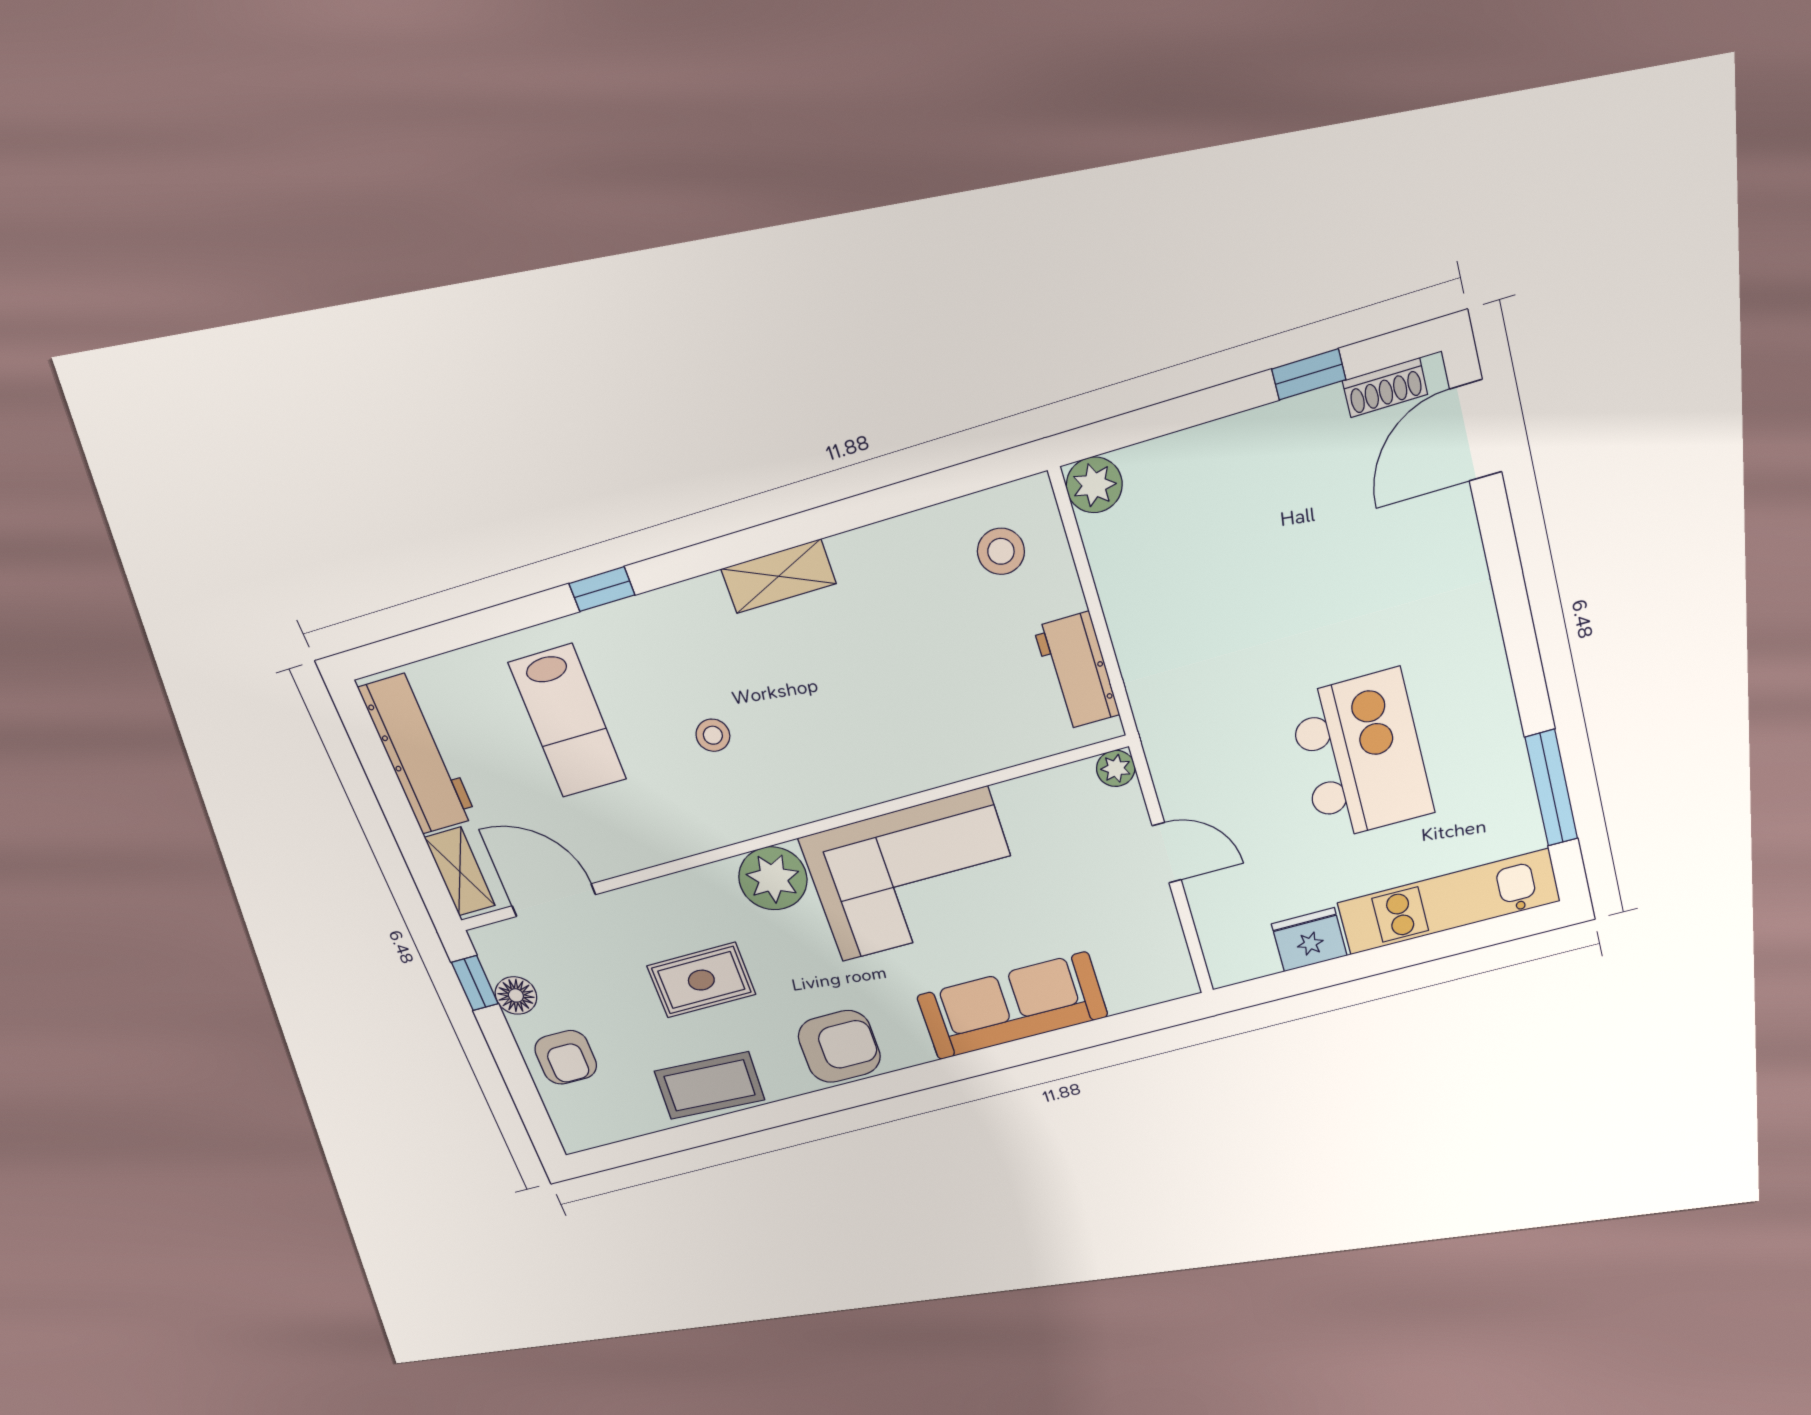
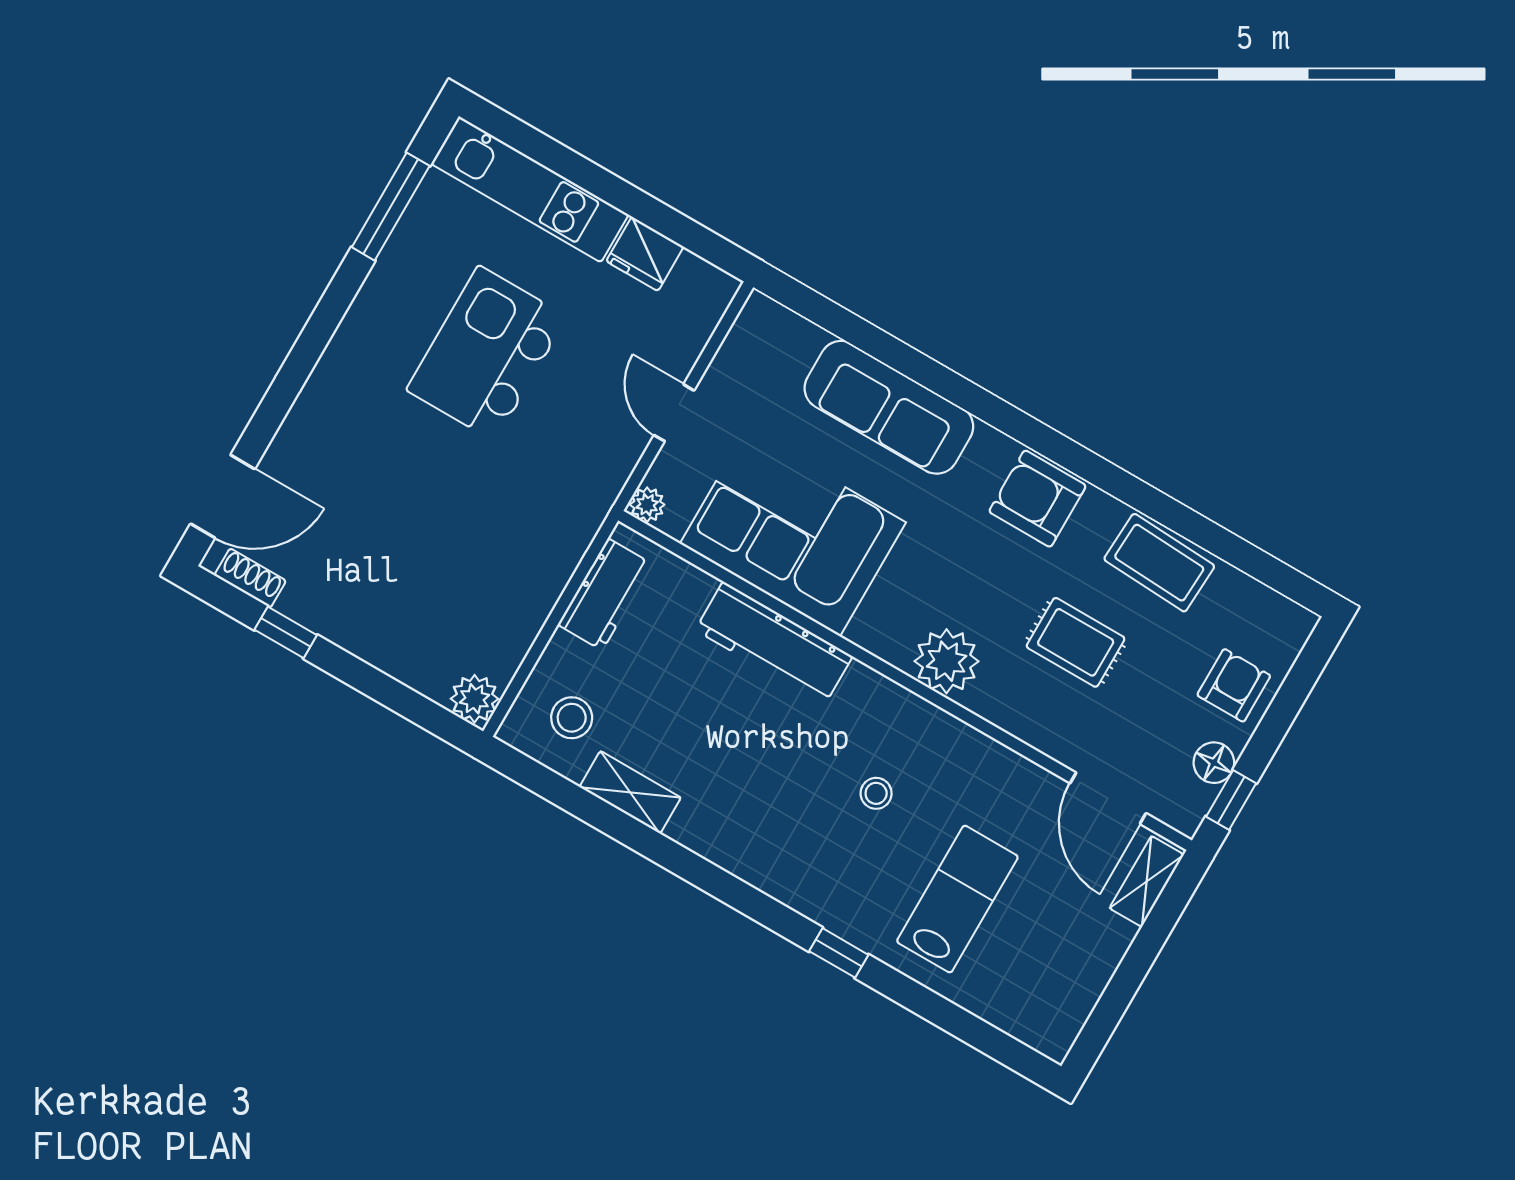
shelving: (779, 576) -> (630, 792), moved
workbench: (418, 753) -> (774, 643), moved, turned -90
corner sofa: (914, 875) -> (793, 533), moved

